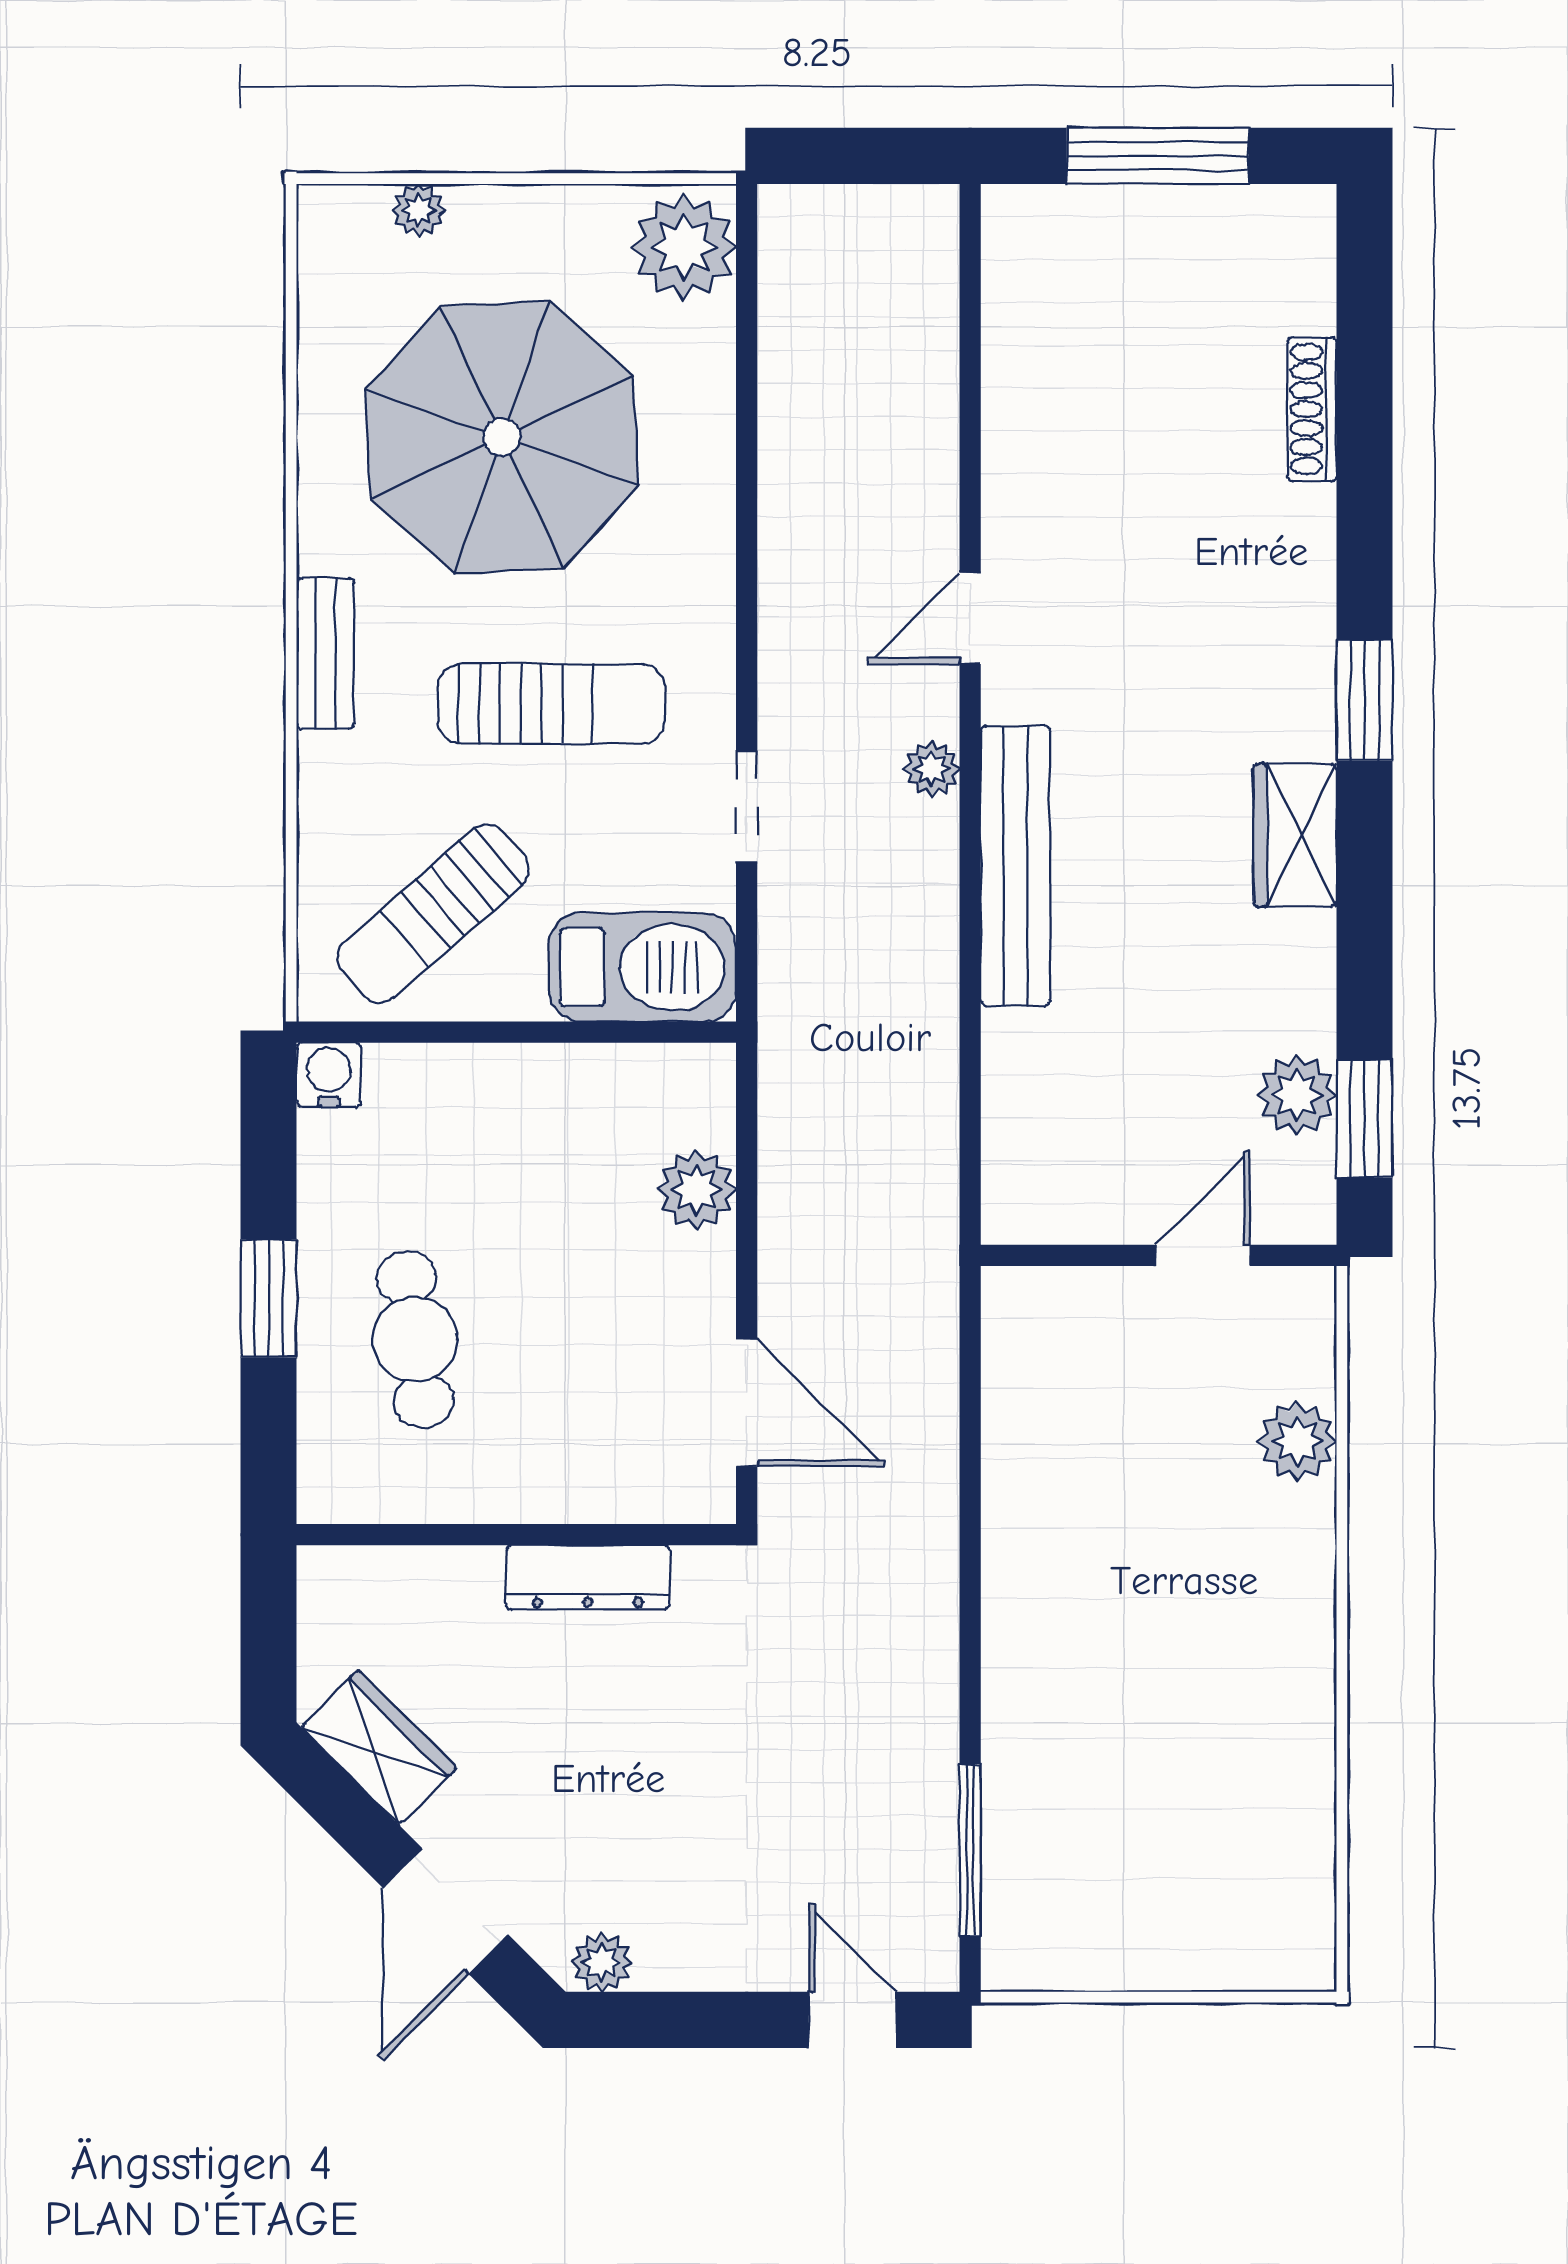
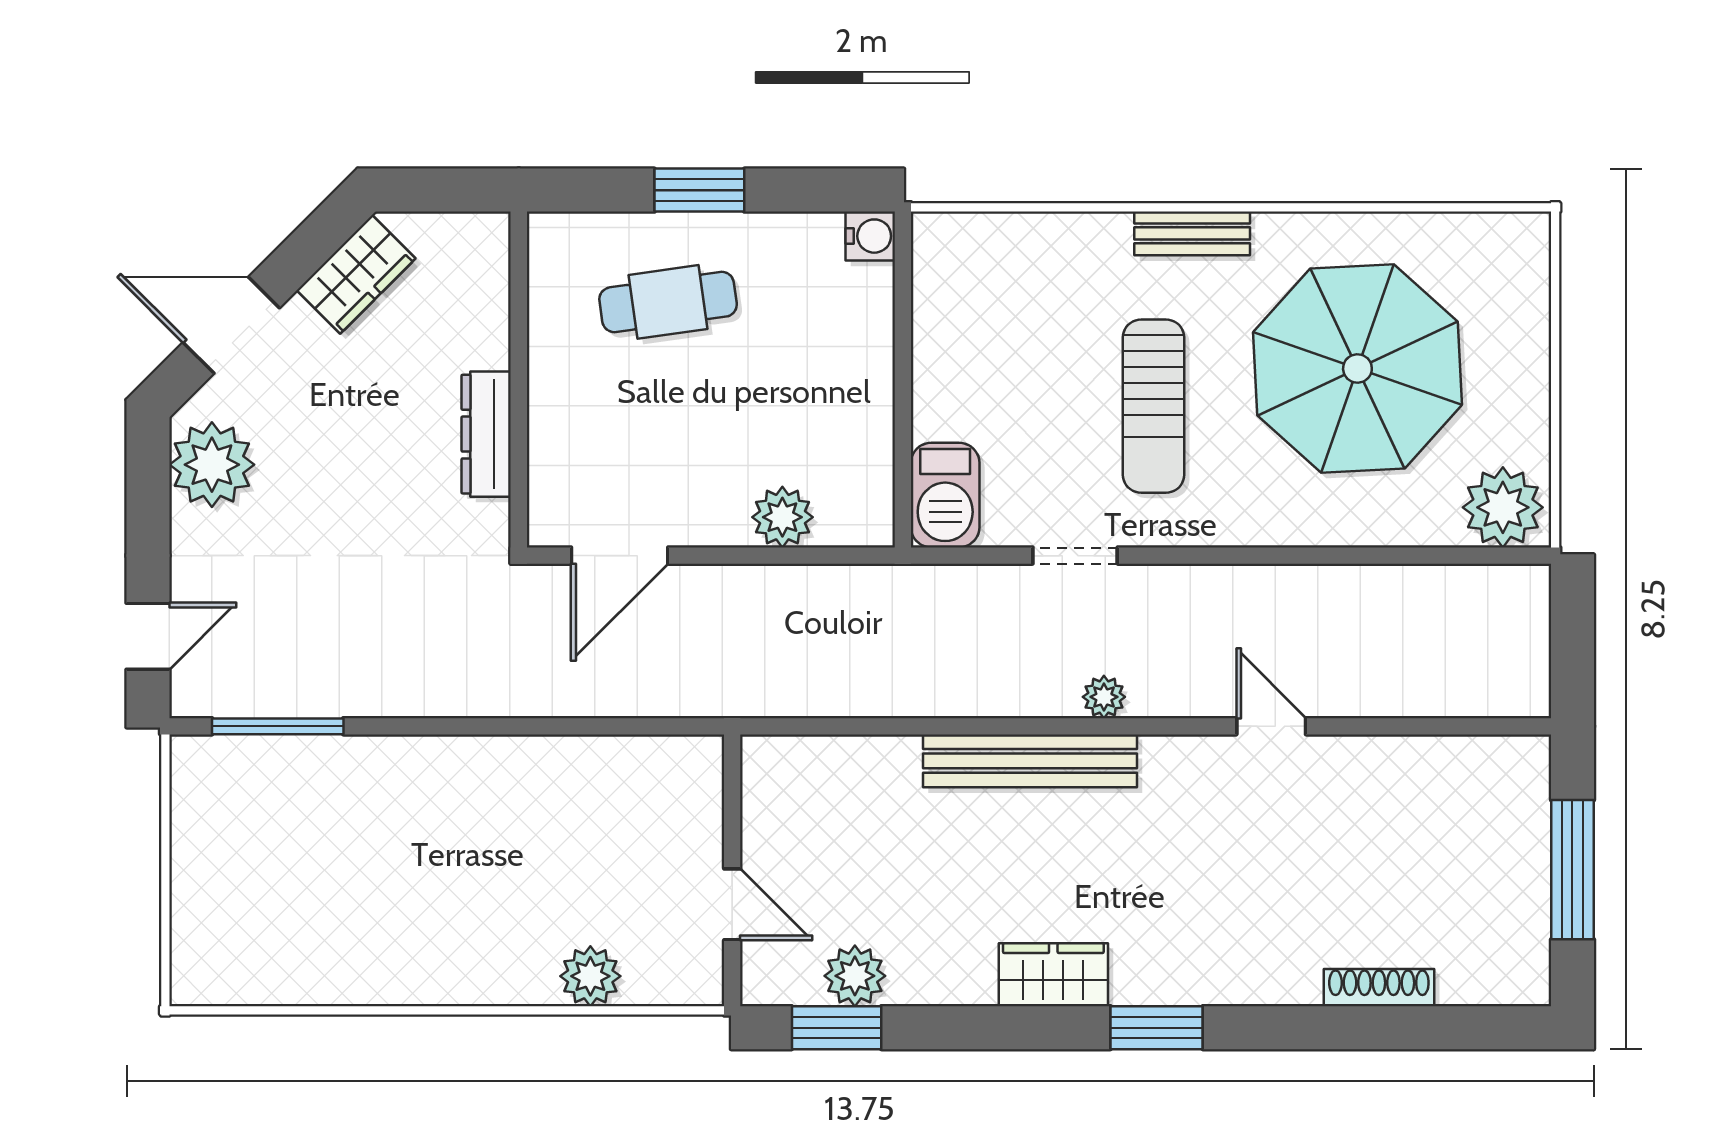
plant: (419, 210) -> (1531, 305), removed
door: (970, 618) -> (1271, 726), moved
sun lounger: (433, 914) -> (993, 316), removed
barbecue: (642, 967) -> (945, 495), width x0.73, depth x0.83
plant: (602, 1962) -> (212, 465), width x1.88, depth x1.88

